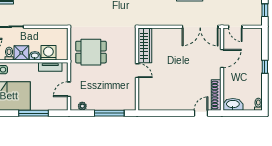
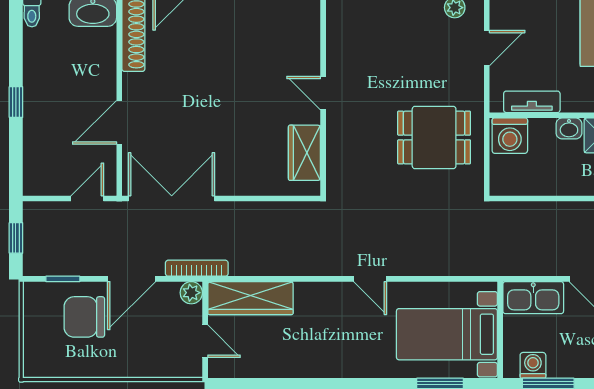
door: (235, 27) -> (87, 198), hinge flipped
wardrobe: (145, 46) -> (304, 153), width x0.67
washing machine: (48, 53) -> (510, 136), moved

